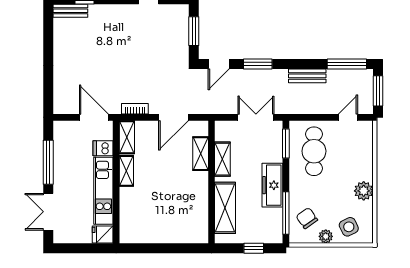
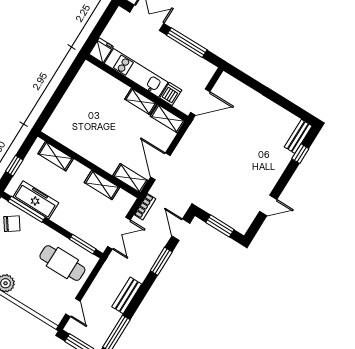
bookcase: (135, 109) -> (145, 207), moved
shelving: (201, 154) -> (130, 178), moved
freezer: (272, 185) -> (36, 200), moved
shelving: (225, 208) -> (56, 156), width x0.67, depth x0.75

